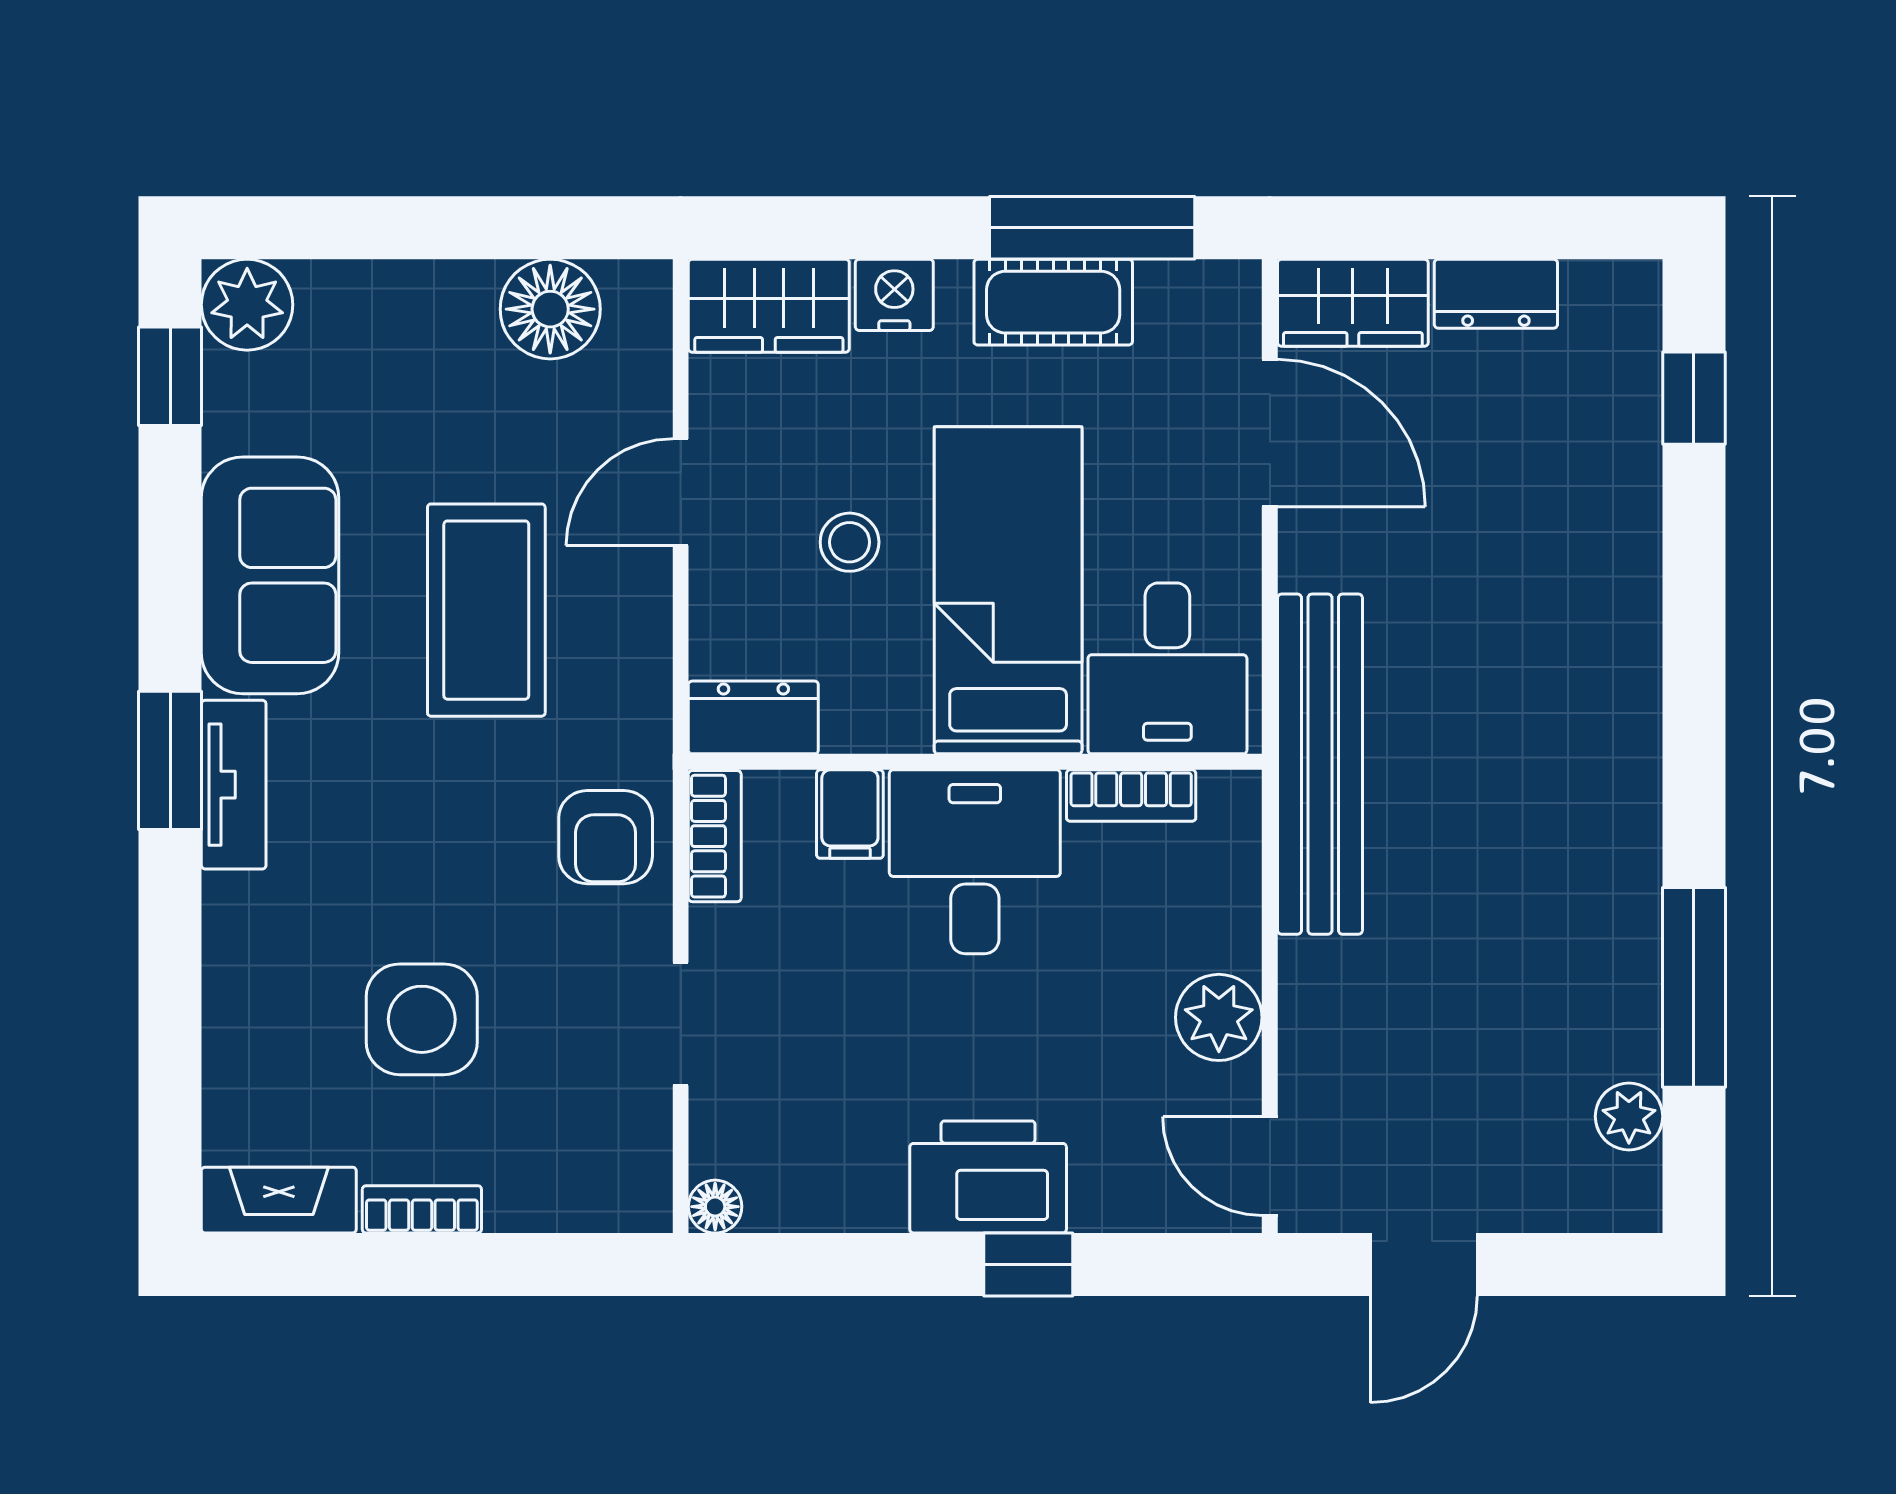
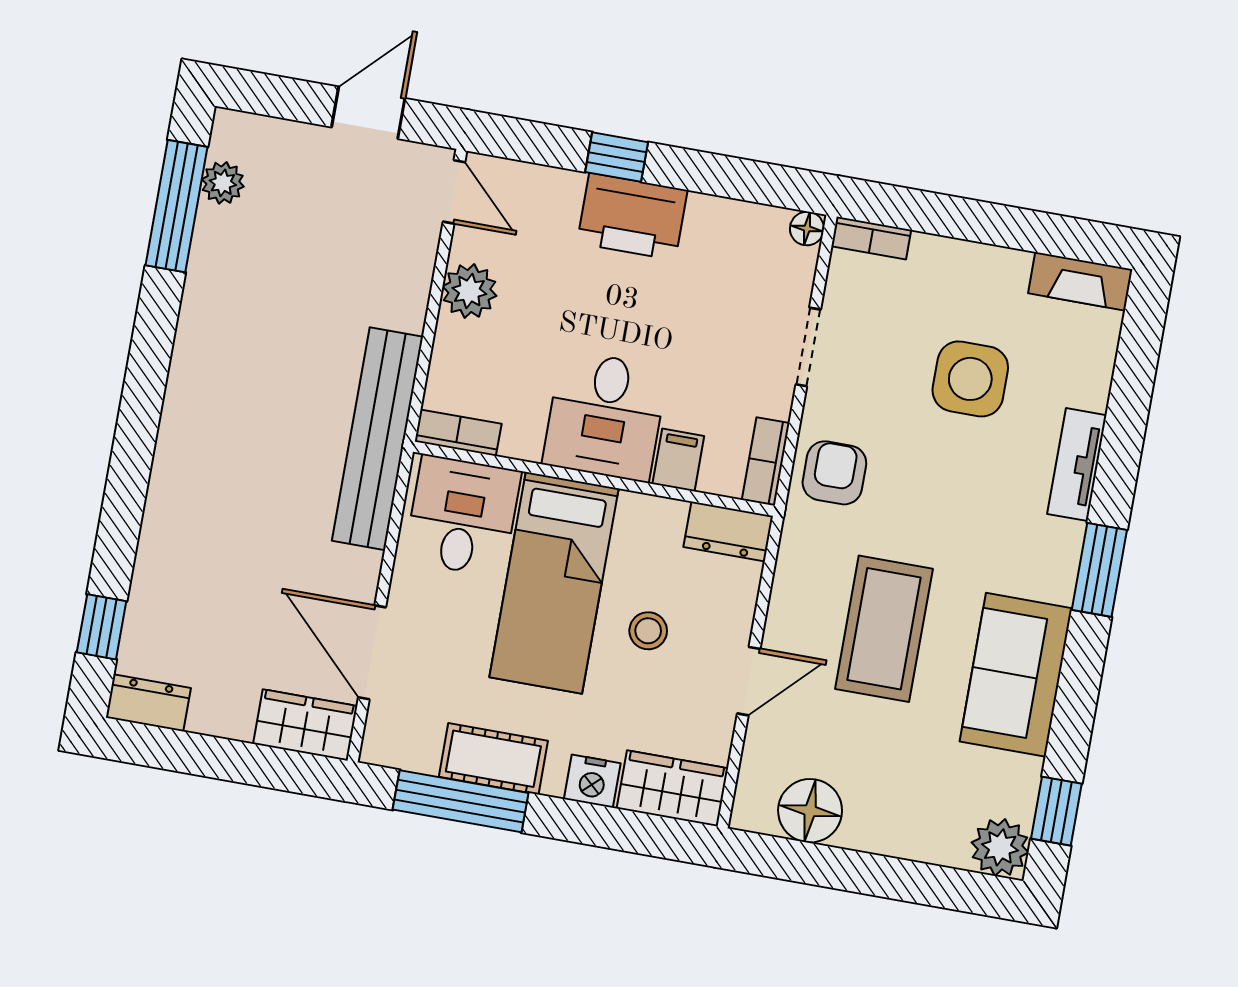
dresser: (1496, 294) -> (148, 703), moved
tv unit: (234, 785) -> (1077, 465), moved
bookcase: (1131, 796) -> (458, 433), moved
window: (1694, 987) -> (177, 206), moved
bookcase: (422, 1209) -> (871, 238), moved

